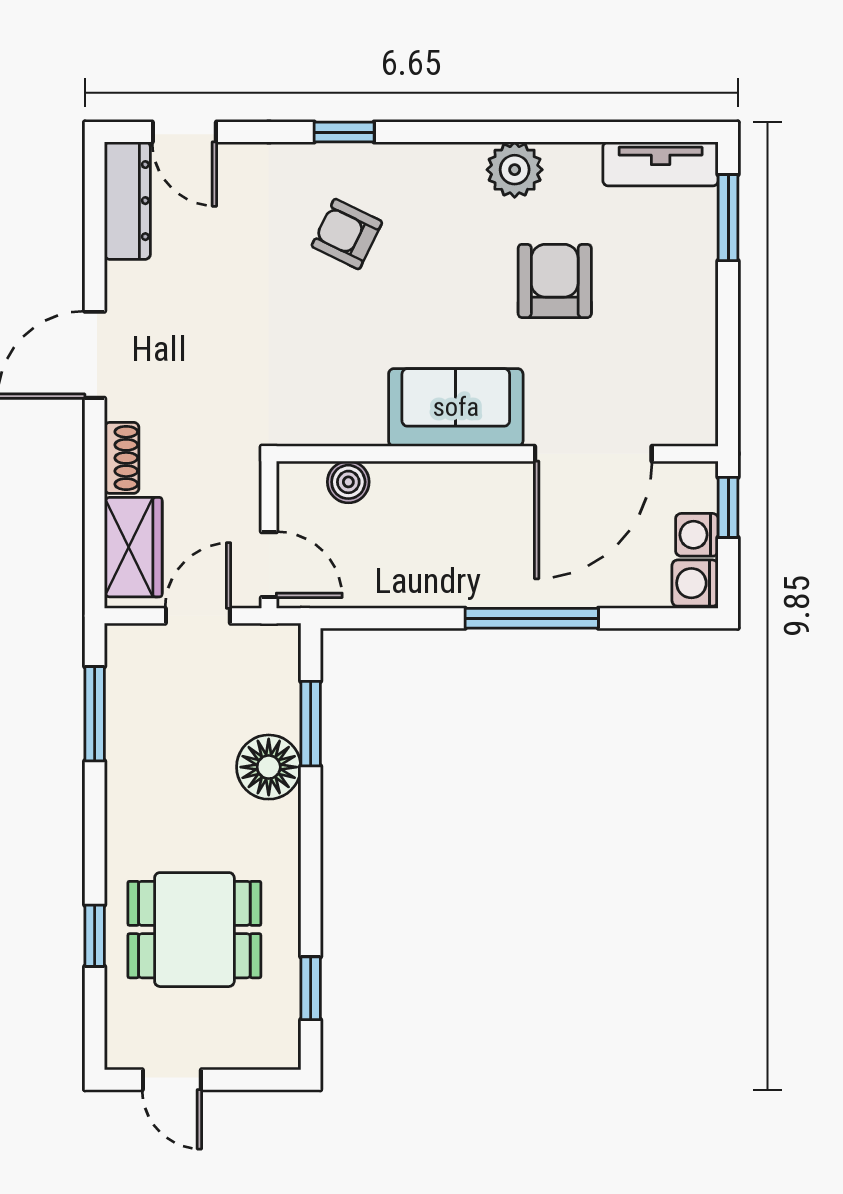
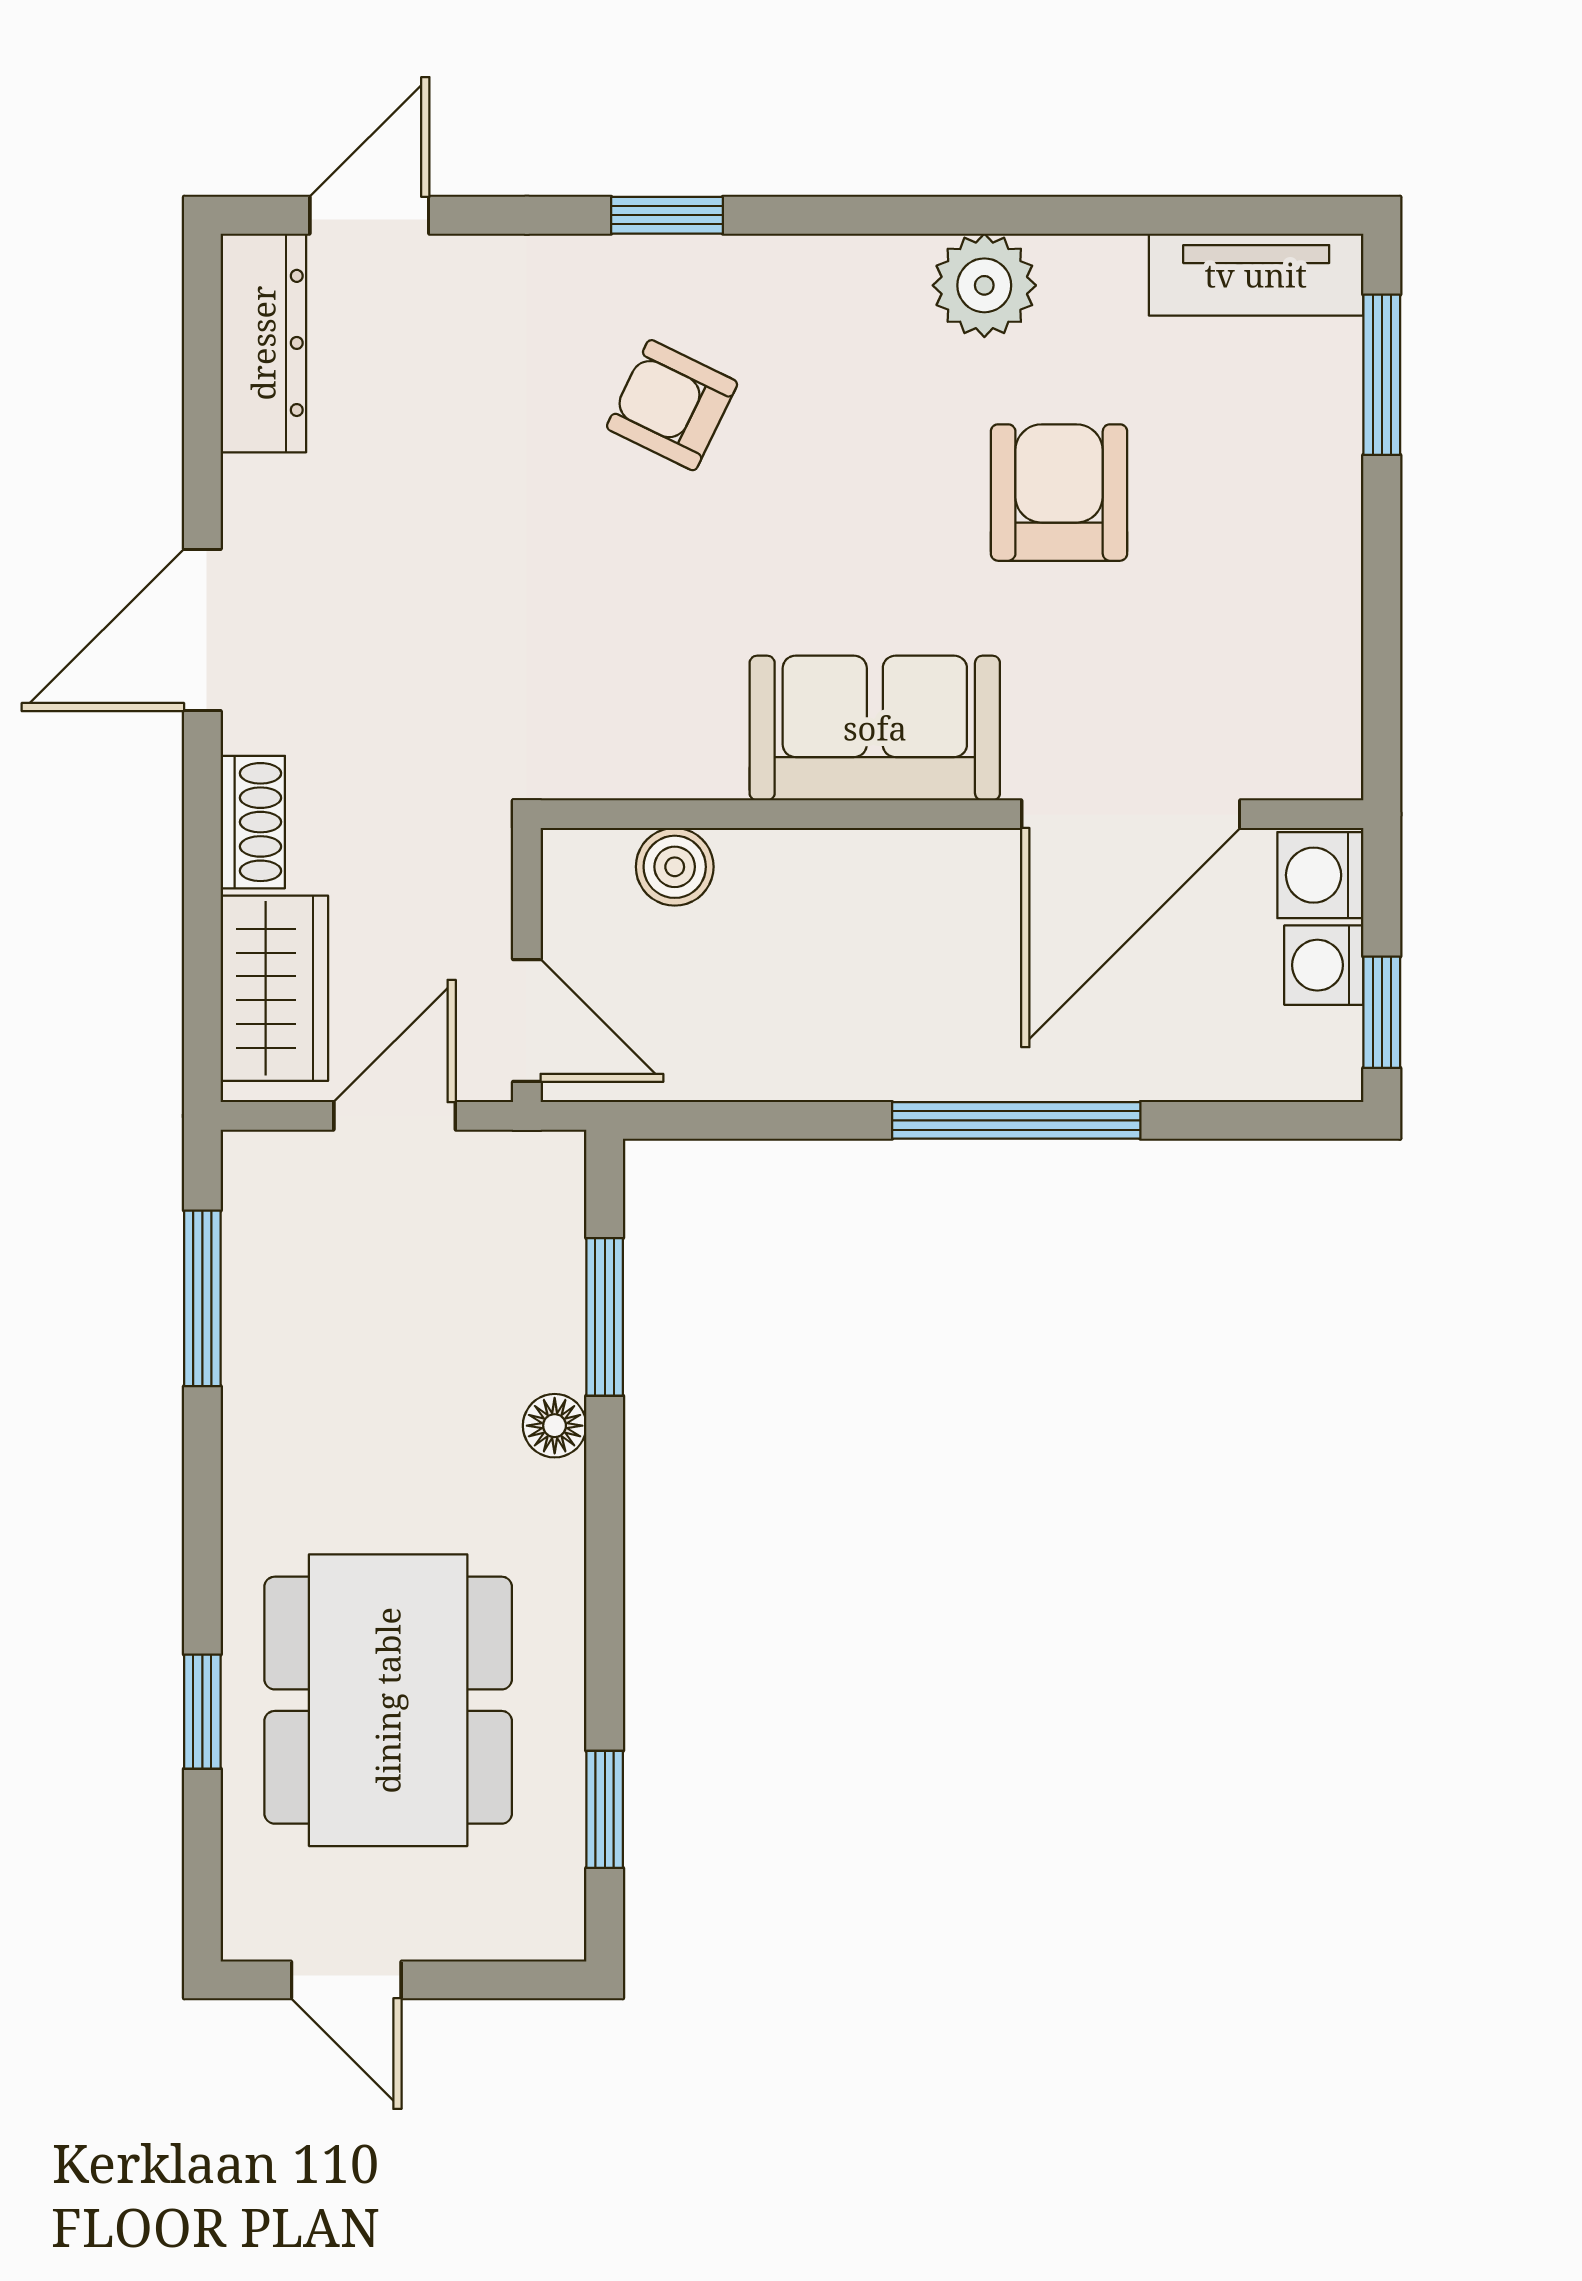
door: (184, 132) -> (369, 215), swing flipped
window: (728, 507) -> (1382, 1012), moved
washing machine: (695, 583) -> (1320, 875), moved
floor lamp: (269, 767) -> (555, 1426), width x0.53, depth x0.53
dining table: (194, 930) -> (388, 1700), width x1.38

